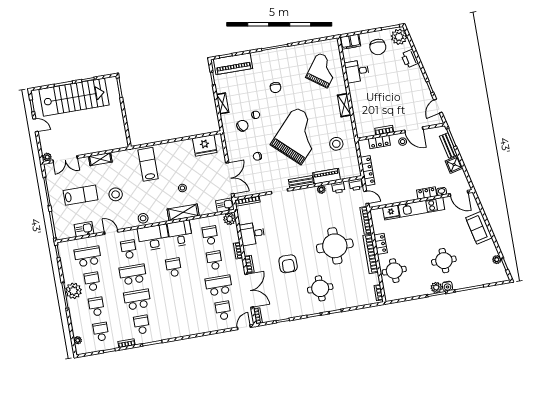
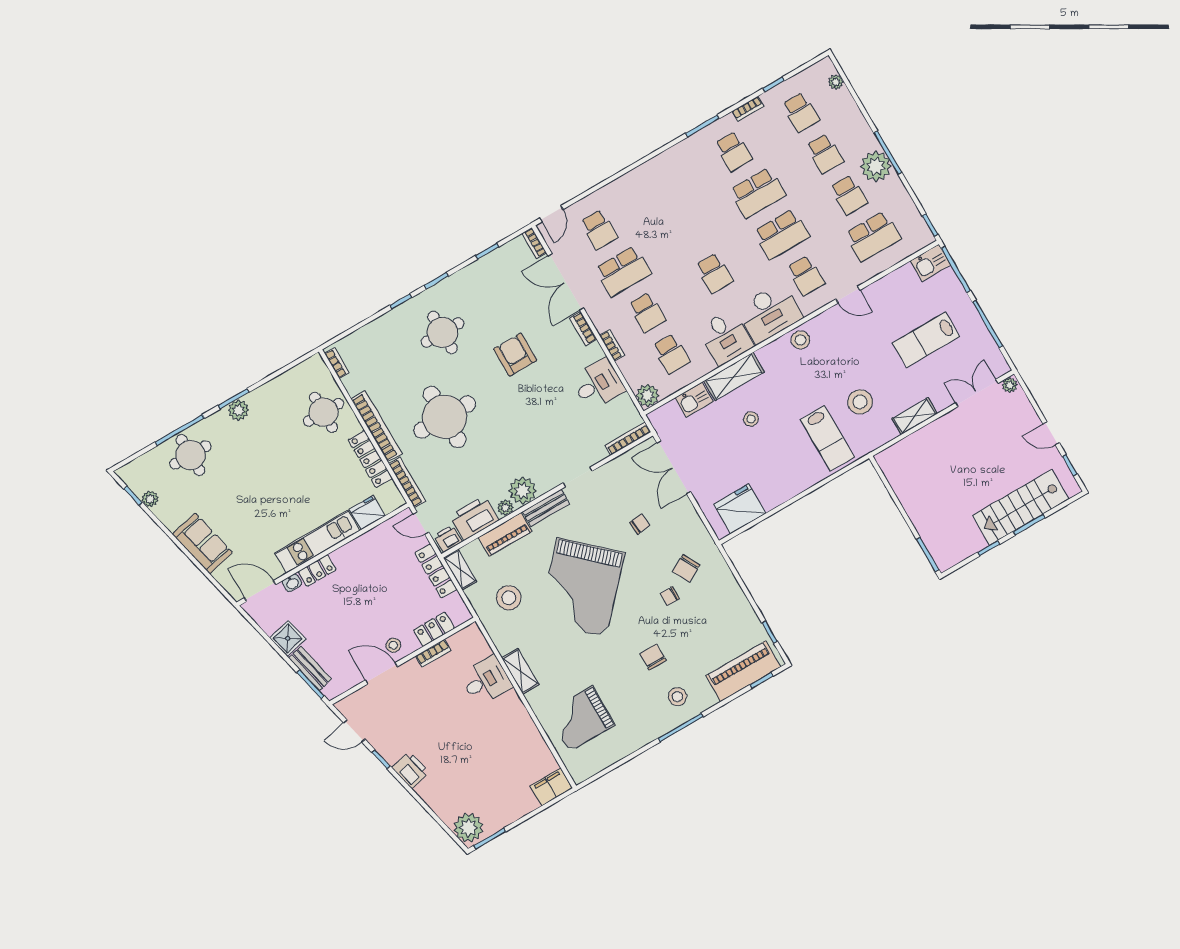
chair: (378, 47) -> (499, 796), removed
printer: (410, 59) -> (411, 770), moved
stool: (271, 63) -> (677, 697), added
grand piano: (323, 70) -> (581, 718), turned 54
desk: (357, 71) -> (486, 681), moved
stairs: (74, 97) -> (1021, 507), width x0.73, depth x0.66
shelving: (223, 103) -> (460, 570), moved
door: (438, 106) -> (354, 731), swing flipped
printer: (338, 188) -> (474, 518), width x1.87, depth x1.48
stool: (116, 194) -> (860, 402), moved
plant: (310, 195) -> (523, 491), added
kitchen sink: (225, 205) -> (694, 400), moved
kitchen sink: (84, 229) -> (930, 263), moved
locker: (381, 244) -> (370, 459), width x1.53
round table: (444, 261) -> (190, 455), moved
water cooler: (447, 286) -> (220, 420), removed

